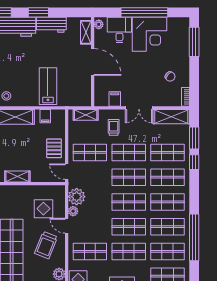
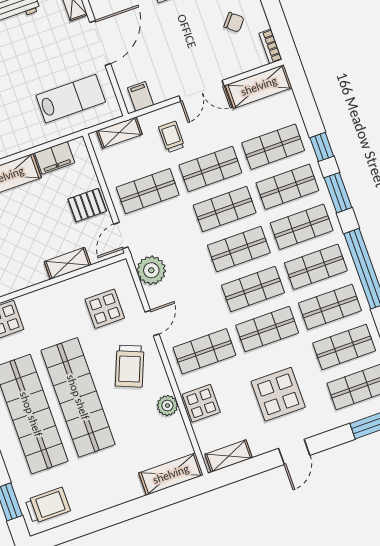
door: (93, 62) -> (100, 43), hinge flipped
lab bench: (48, 86) -> (71, 99), moved, turned 90
filing cabinet: (115, 99) -> (141, 96), moved
filing cabinet: (45, 116) -> (55, 158), width x2.00
window: (194, 138) -> (338, 193), moved
pallet: (54, 148) -> (87, 205), turned 90
door: (67, 172) -> (121, 236), hinge flipped
shelving: (17, 177) -> (68, 263), moved
plant: (73, 211) -> (154, 296), removed
door: (67, 226) -> (152, 323), swing flipped

